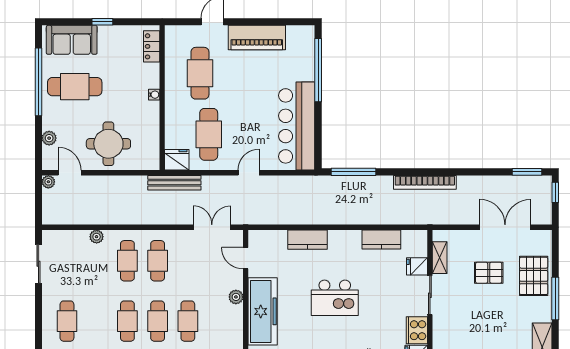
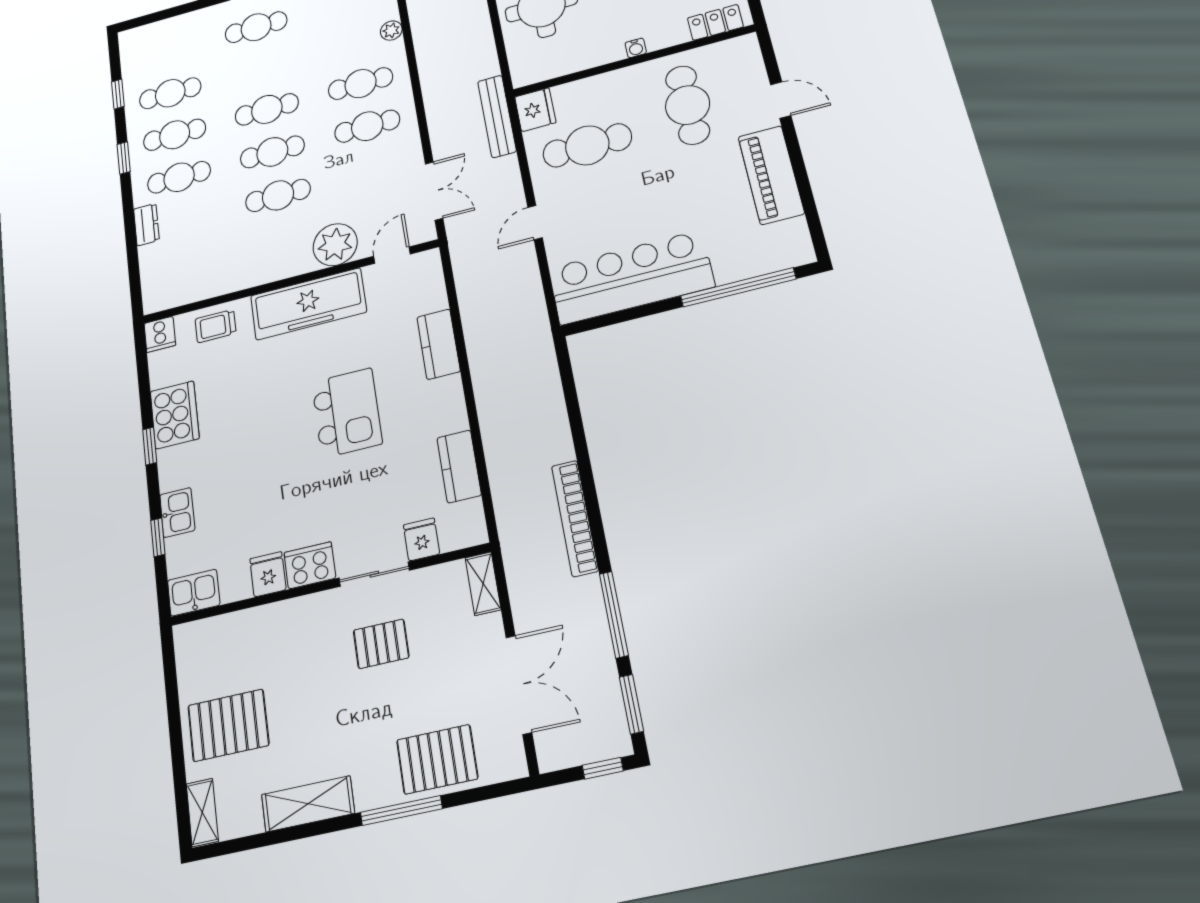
cafe table: (200, 73) -> (688, 105), turned 90
window: (354, 172) -> (614, 615), moved
door: (249, 173) -> (535, 223), swing flipped
shelving: (440, 258) -> (483, 584), moved, turned 90
pallet: (489, 273) -> (381, 644), moved, turned 90
plant: (236, 297) -> (335, 245), width x1.88, depth x1.88
kitchen island: (335, 298) -> (347, 413), turned 180

